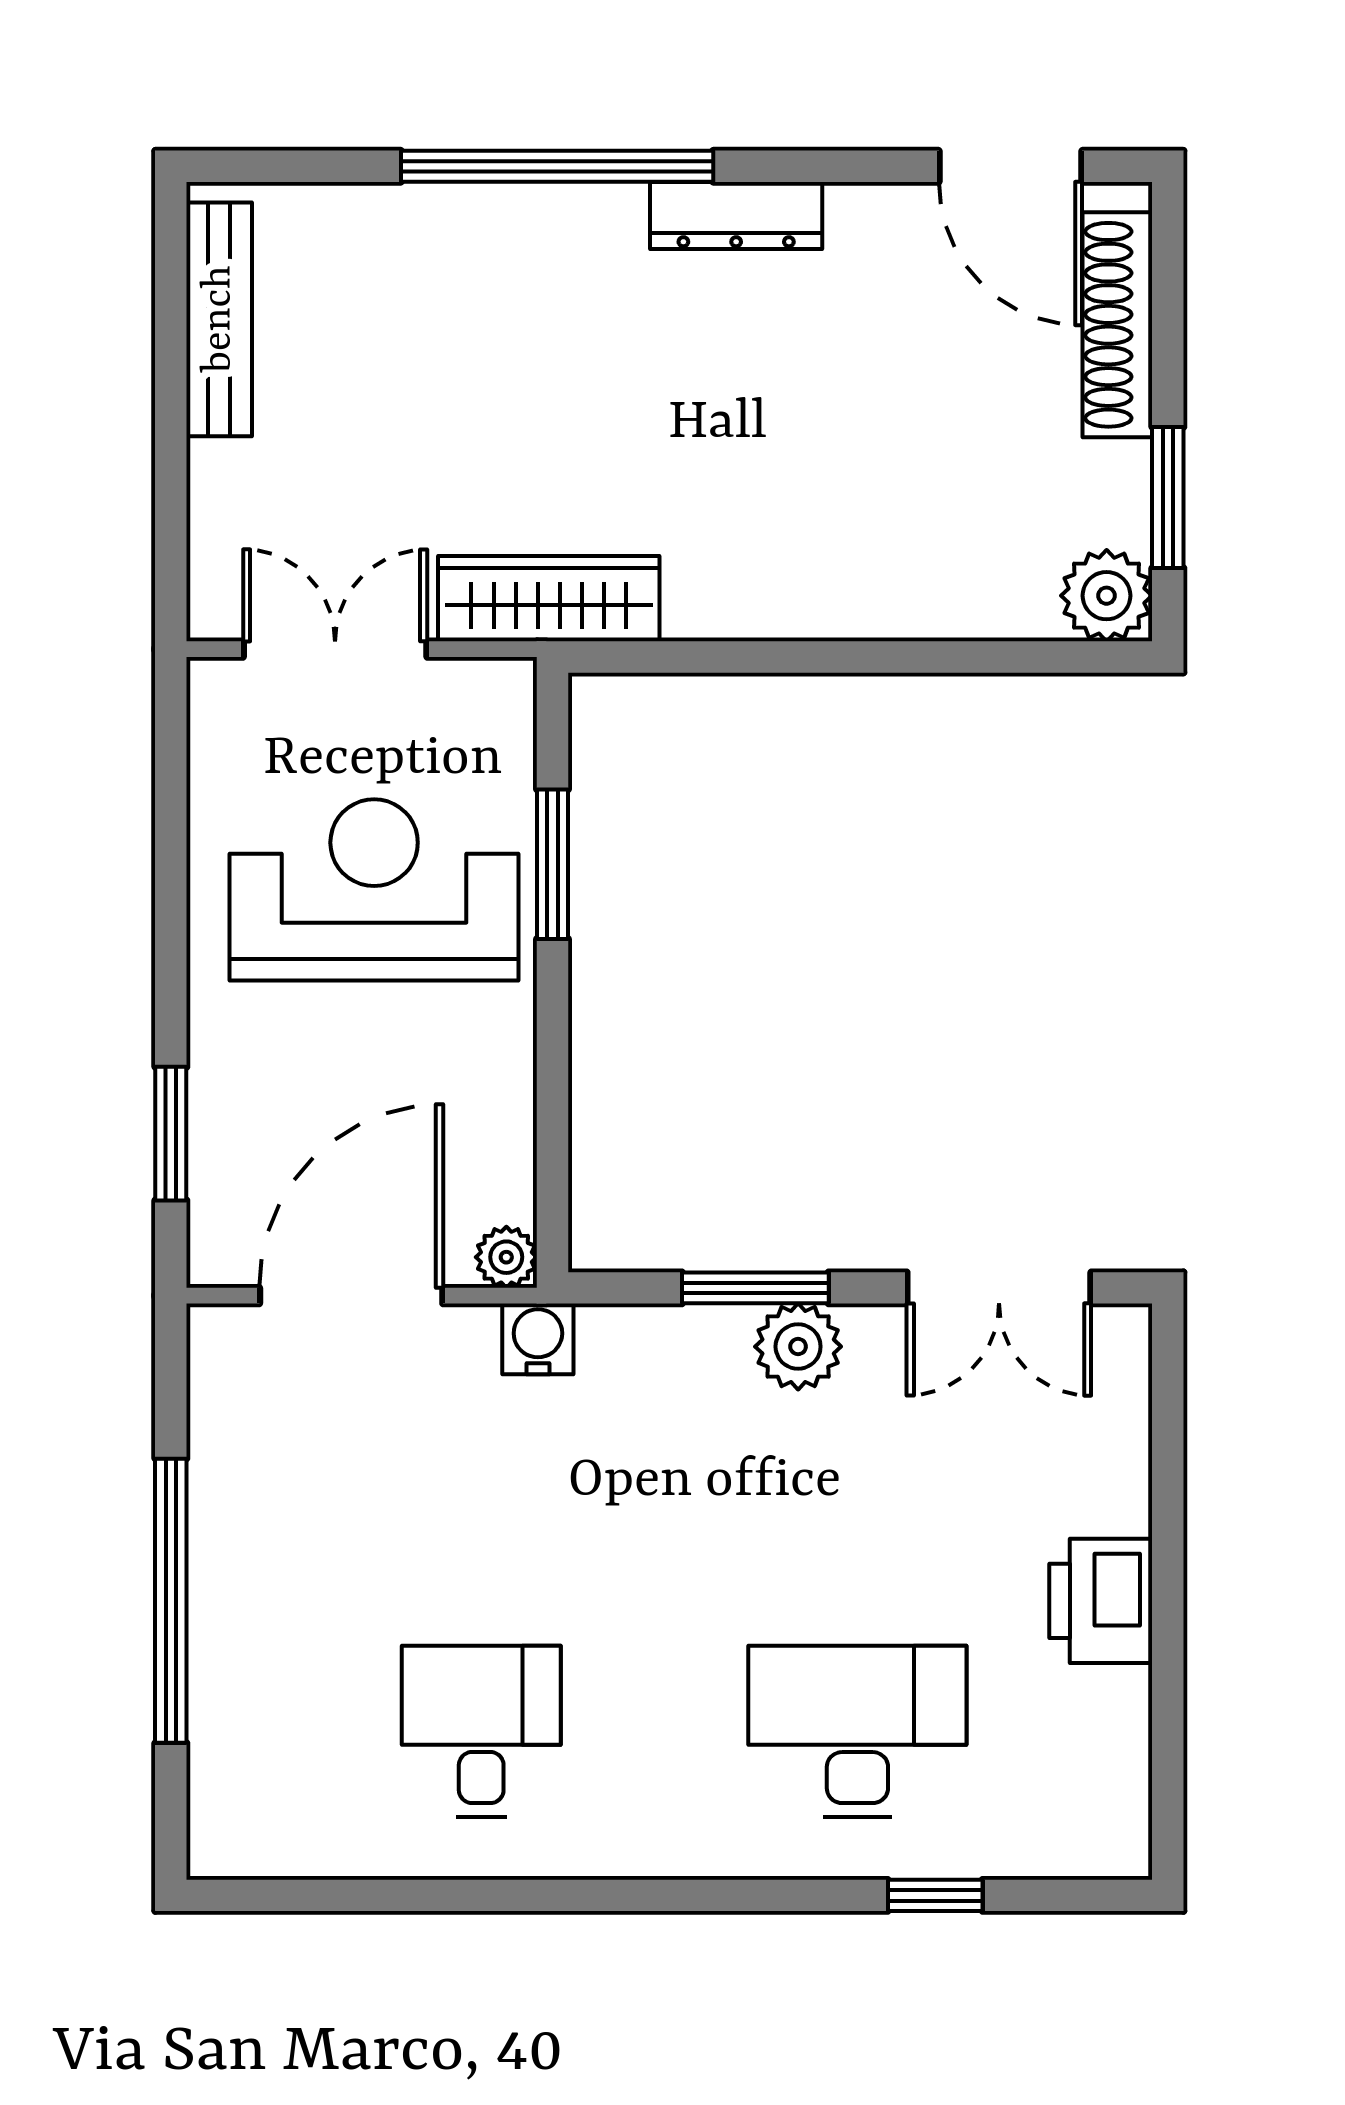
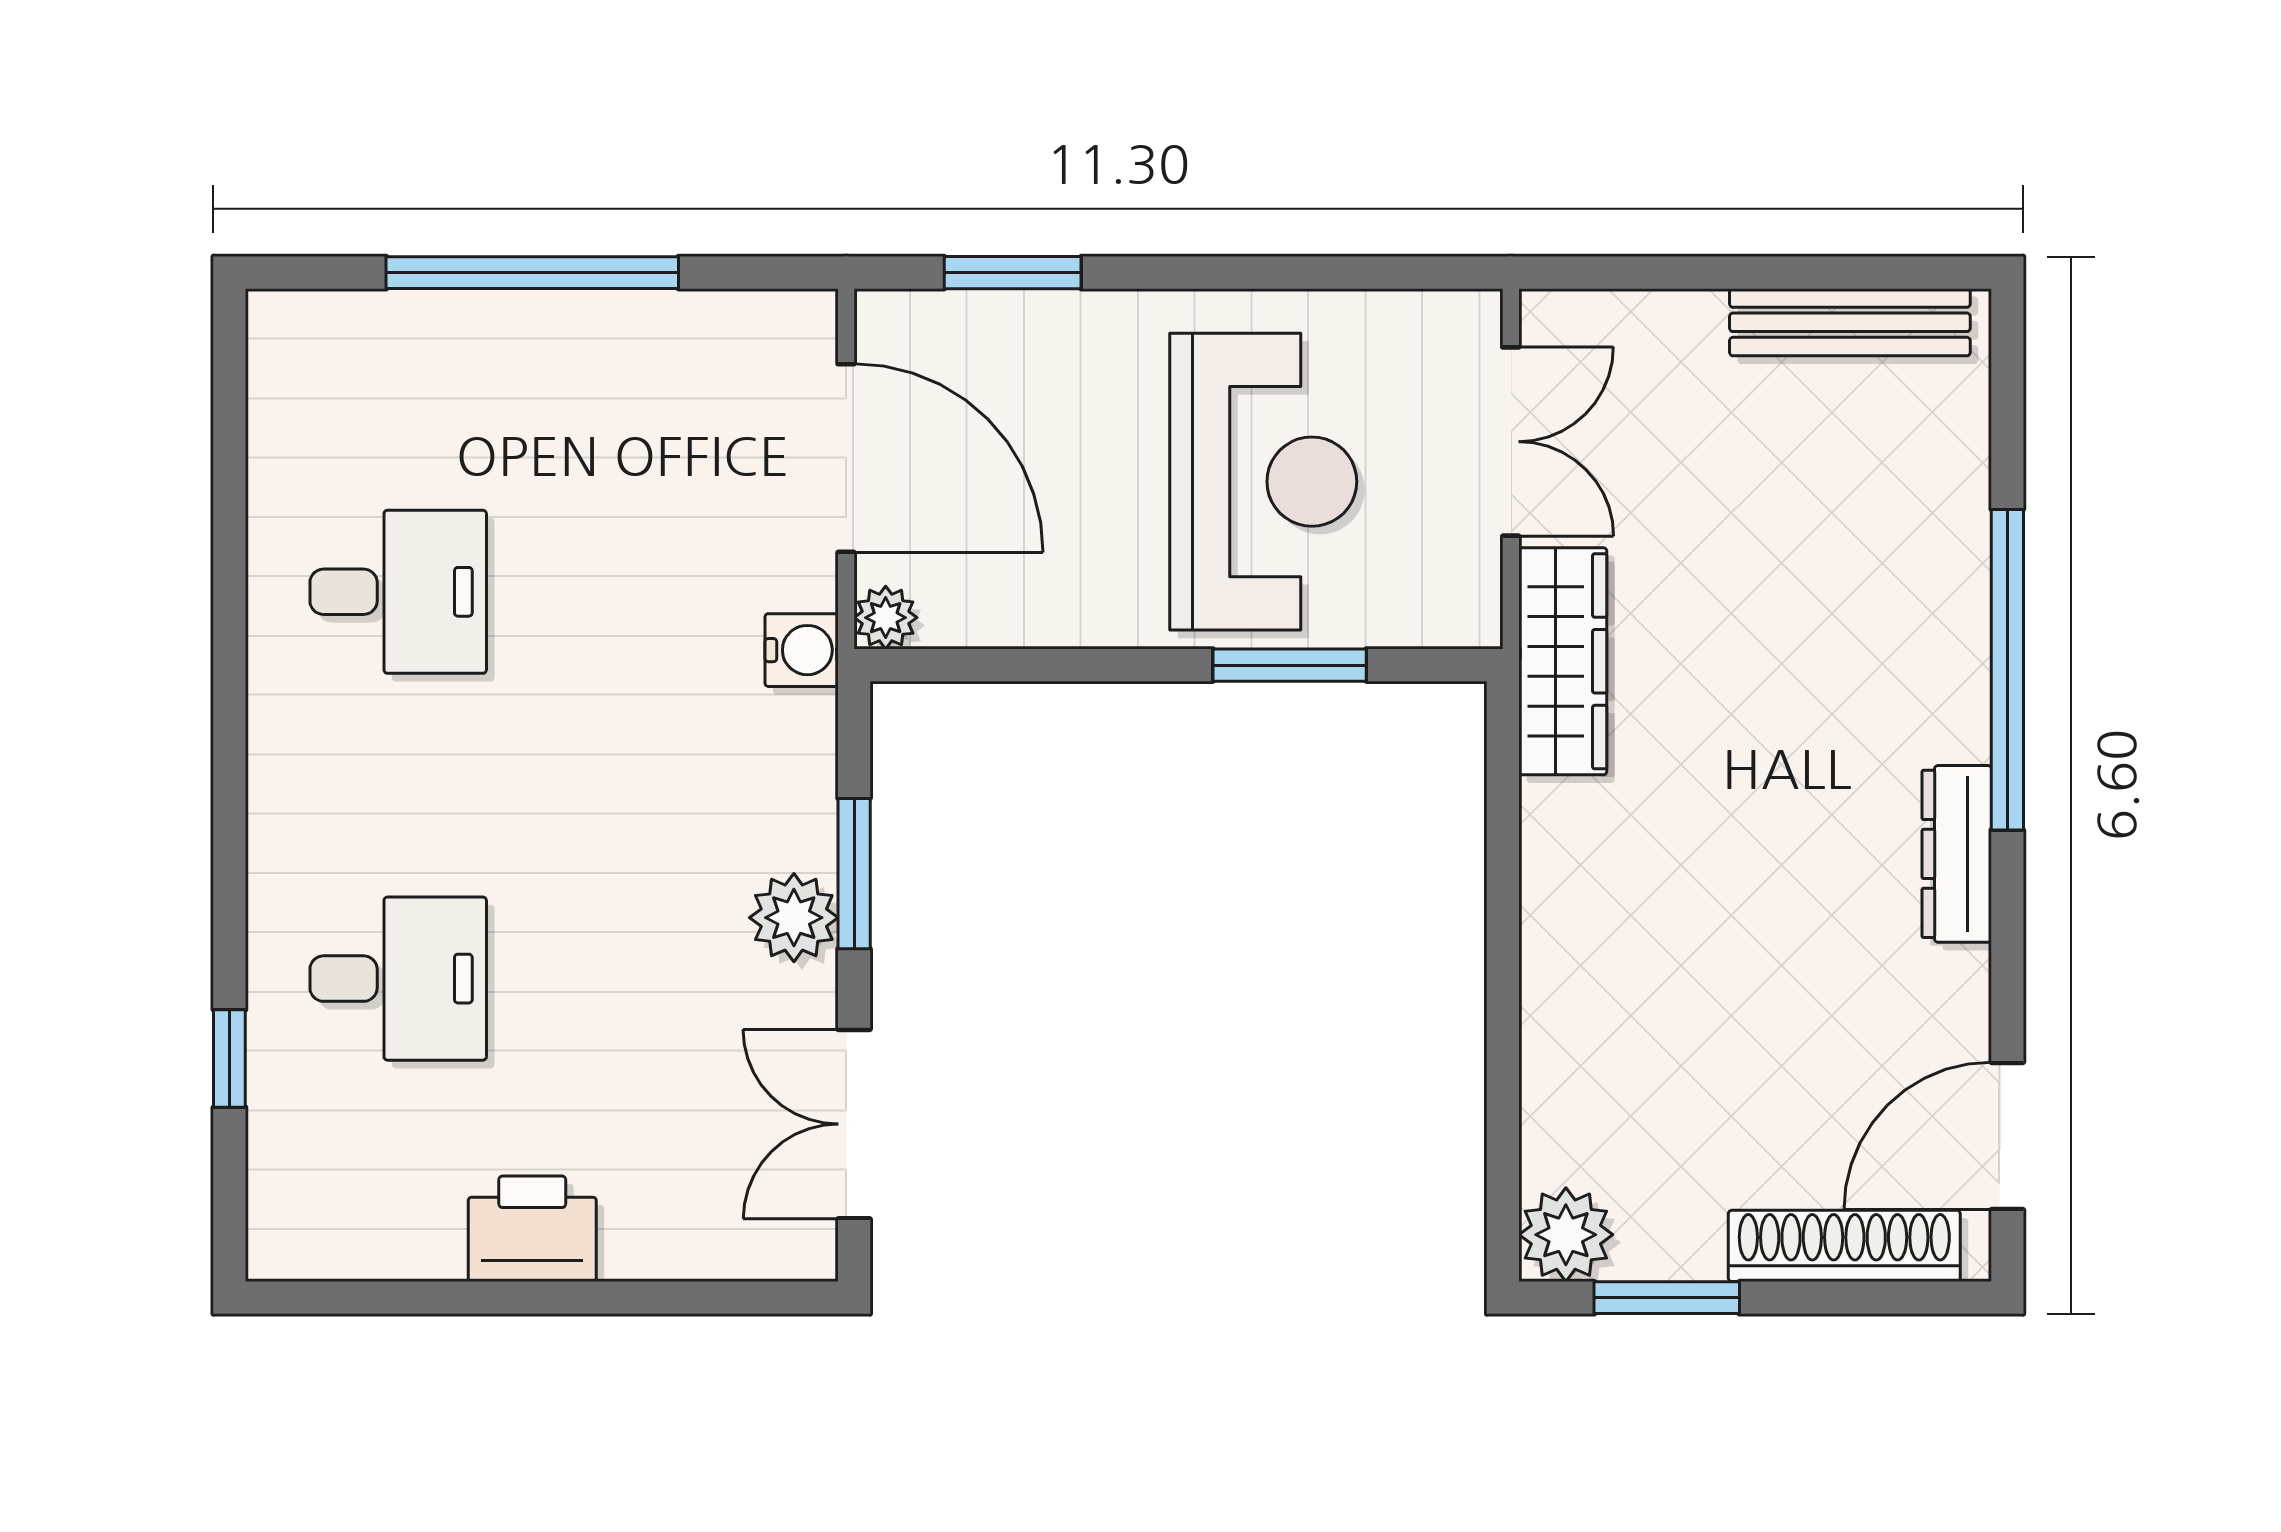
desk: (857, 1731) -> (398, 979), width x0.73

